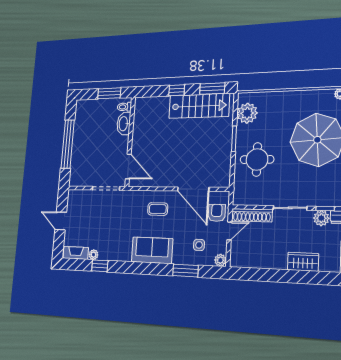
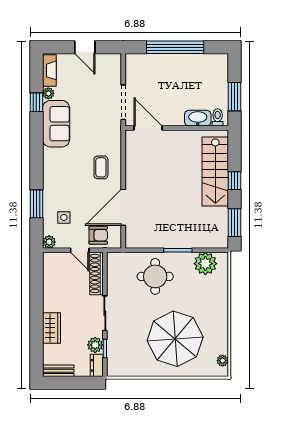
stairs: (199, 106) -> (215, 172), moved
door: (128, 167) -> (148, 128), swing flipped
door: (61, 221) -> (85, 47), swing flipped
sofa: (152, 250) -> (56, 124), moved

